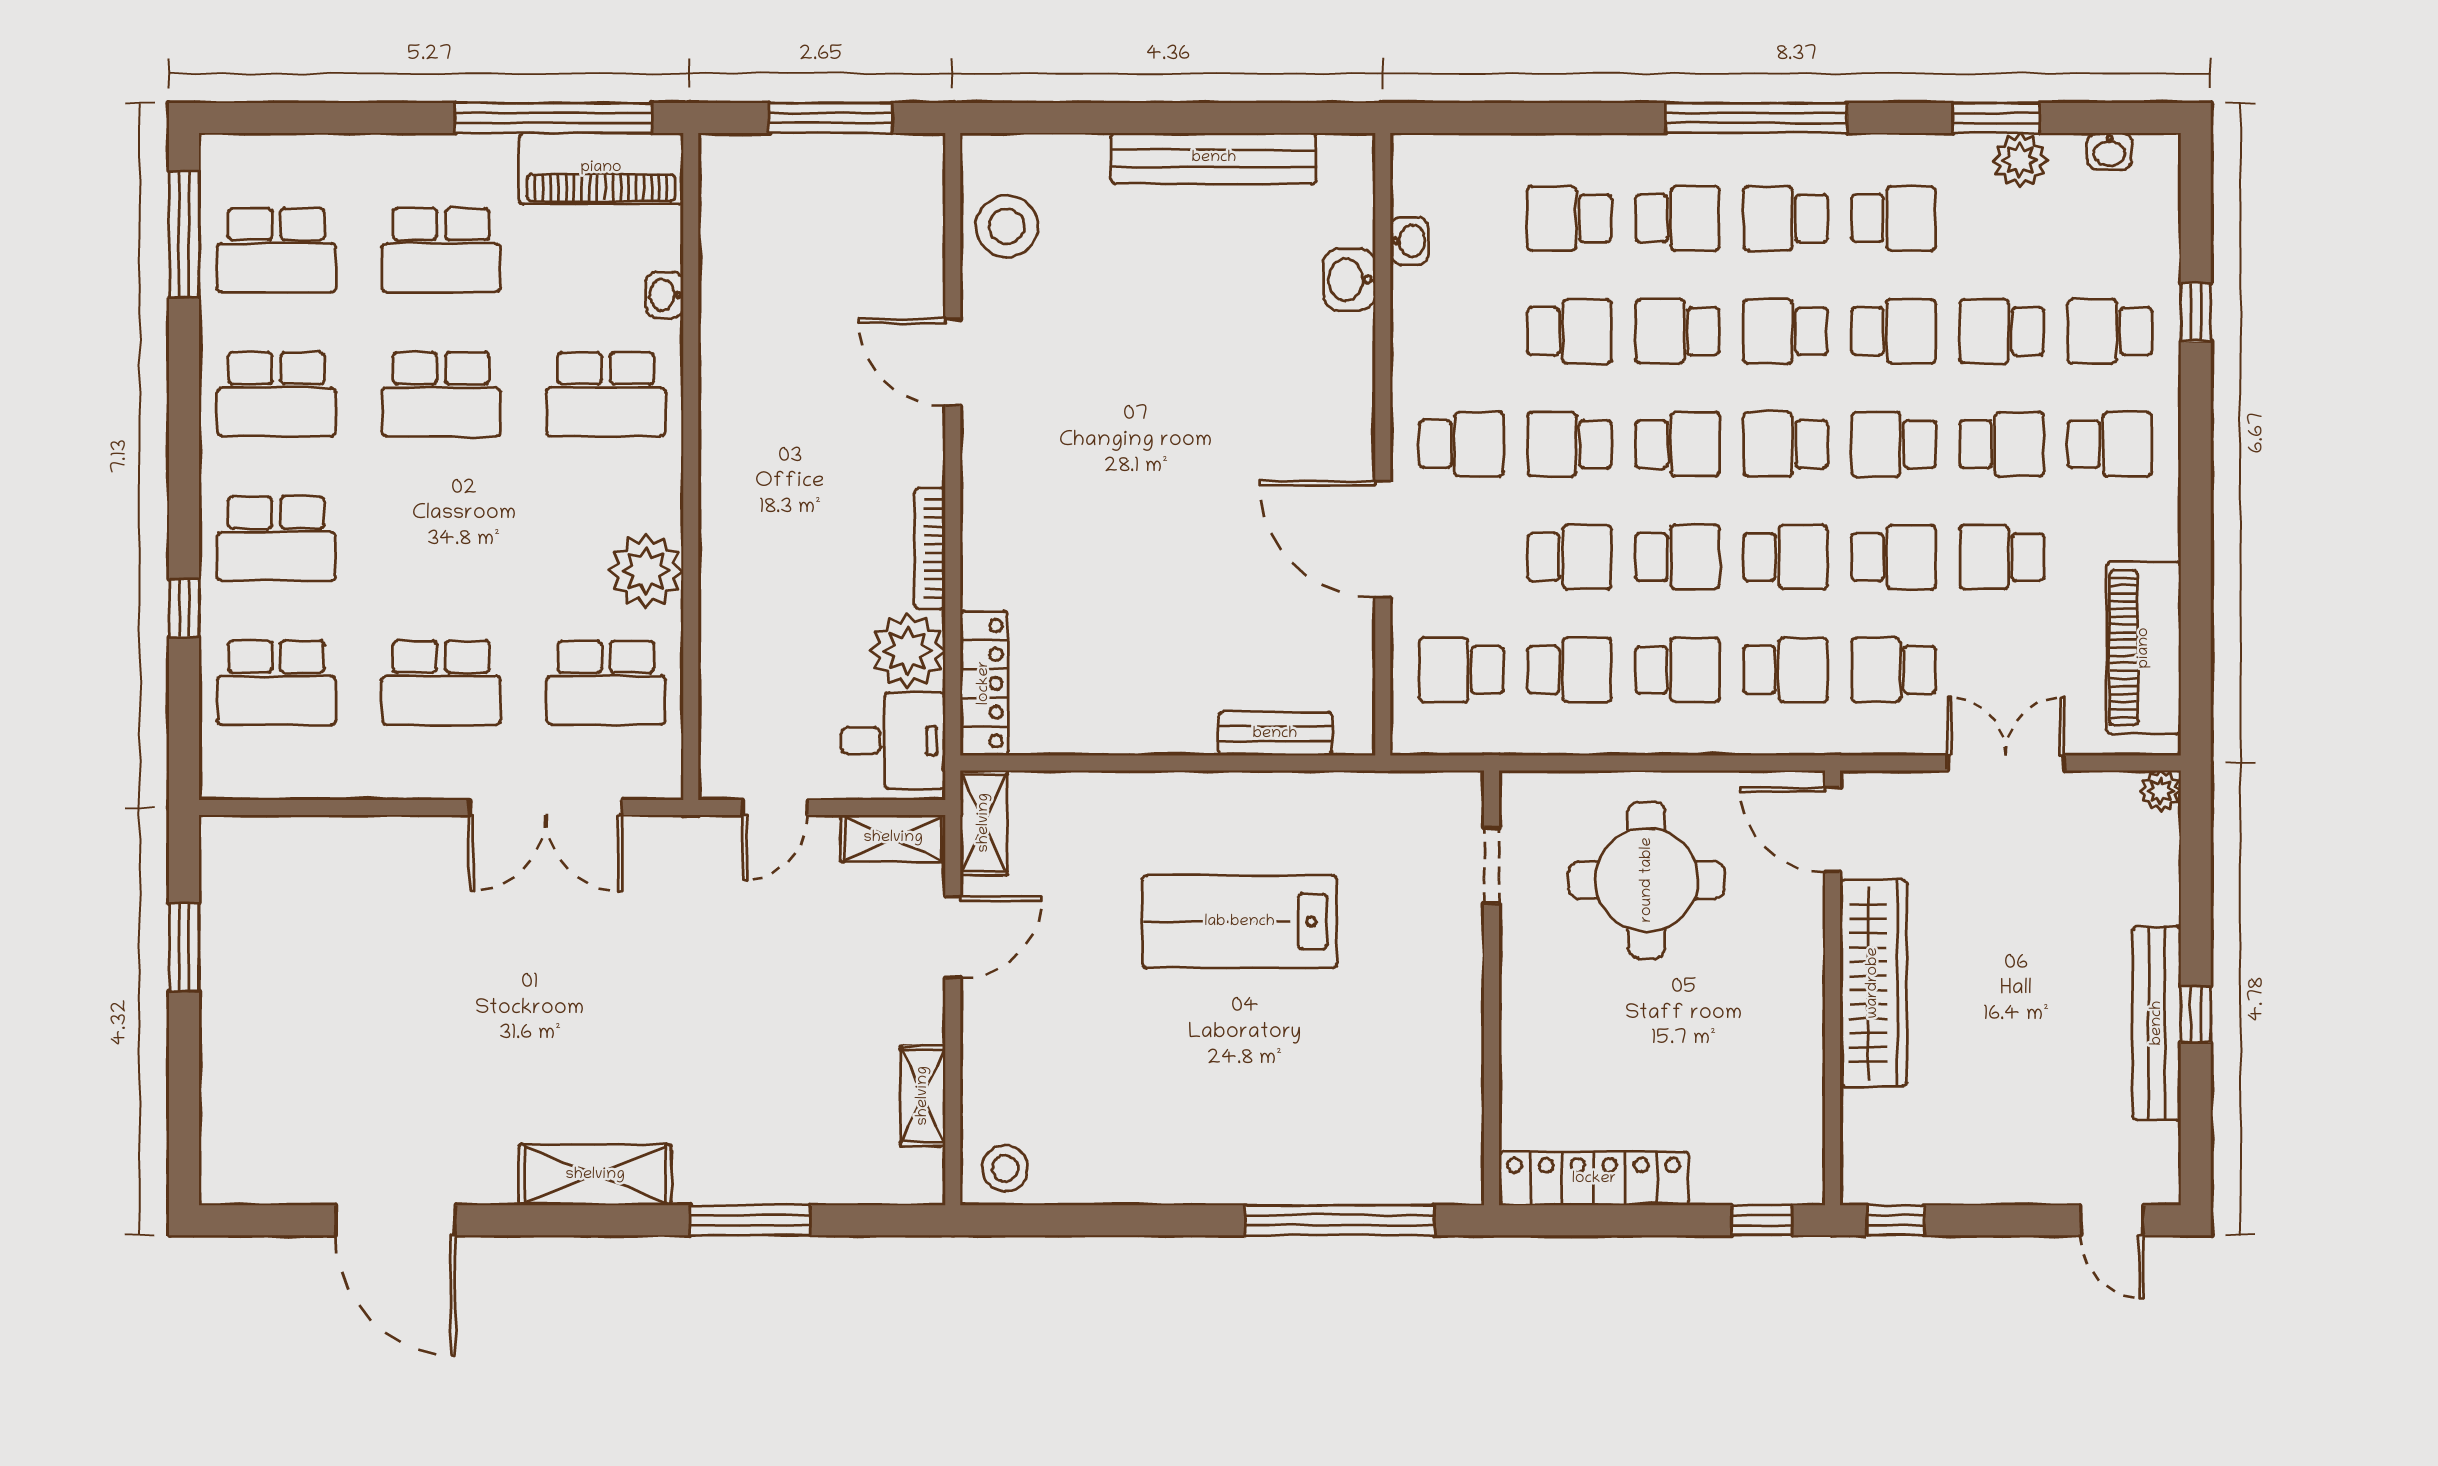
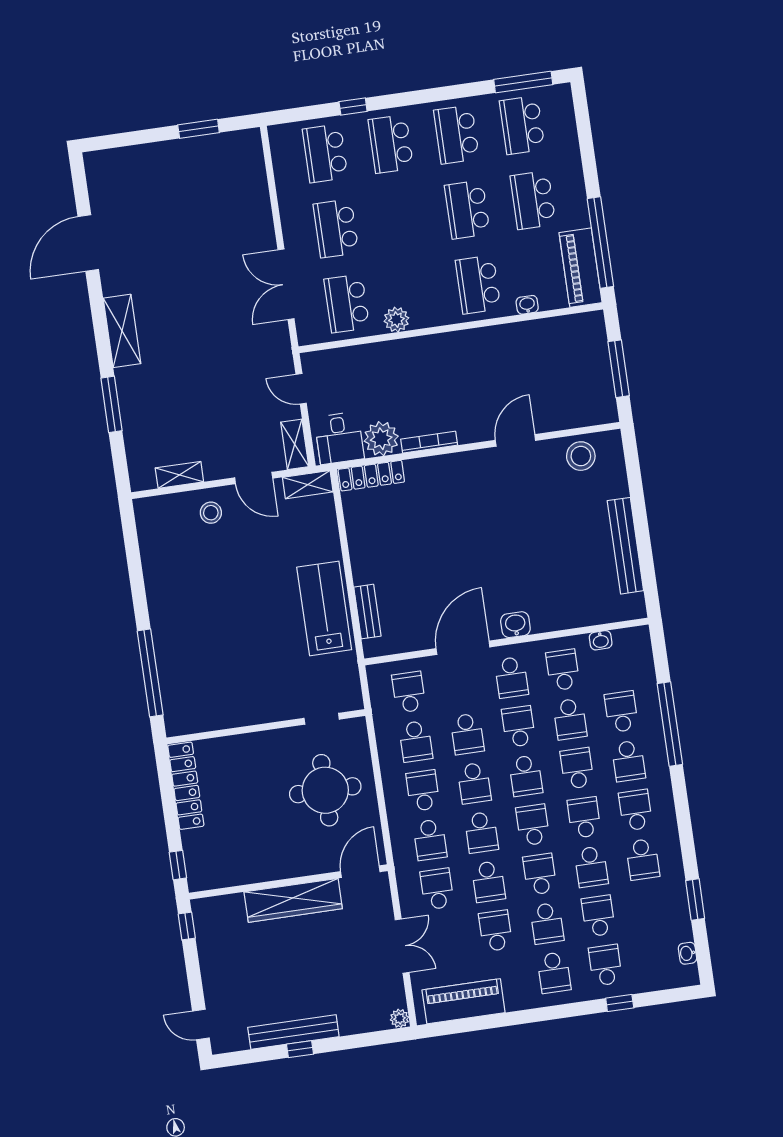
window: (1756, 118) -> (670, 724), moved
plant: (2020, 160) -> (677, 913), removed
washbasin: (1349, 279) -> (515, 625), moved
school desk: (1461, 331) -> (563, 670), added
plant: (646, 571) -> (396, 320), width x0.73, depth x0.73
school desk: (1677, 670) -> (423, 791), turned 180
lab bench: (1240, 922) -> (324, 608), moved
stool: (1005, 1168) -> (211, 513), moved
door: (2112, 1220) -> (201, 1024), hinge flipped

